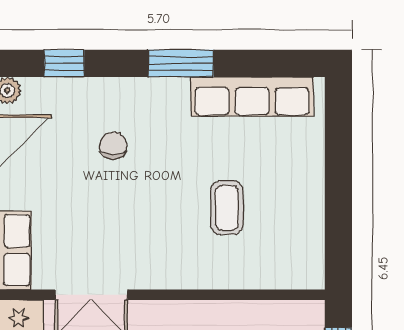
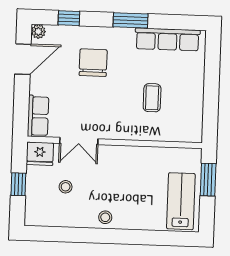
chair: (113, 146) -> (93, 63), width x1.87, depth x1.87

